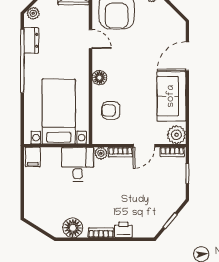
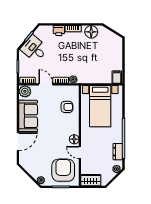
floor lamp: (99, 78) -> (74, 139), moved
door: (144, 146) -> (46, 84), hinge flipped
desk: (78, 164) -> (34, 49), moved, turned 130

